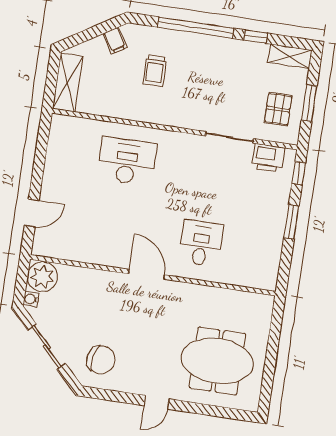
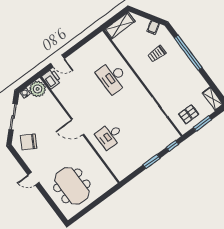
window: (256, 37) -> (207, 79), removed
printer: (268, 158) -> (51, 79), moved, turned 180
desk: (127, 161) -> (112, 77), turned 180
desk: (201, 243) -> (110, 136), turned 180
door: (146, 274) -> (78, 127), swing flipped
chair: (101, 360) -> (29, 142), turned 109

